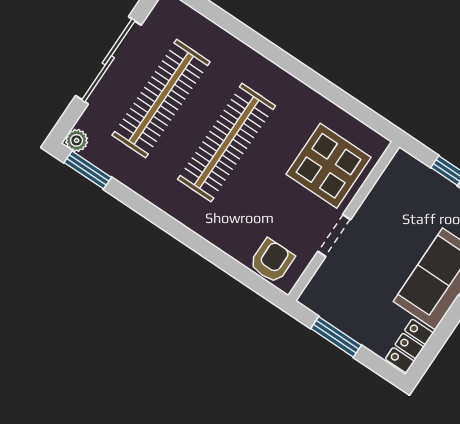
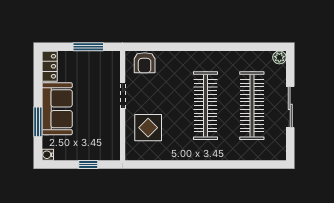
sliding door: (108, 60) -> (290, 107), width x0.73
display table: (328, 166) -> (148, 128), width x0.73, depth x0.73
window: (88, 170) -> (264, 47), removed

